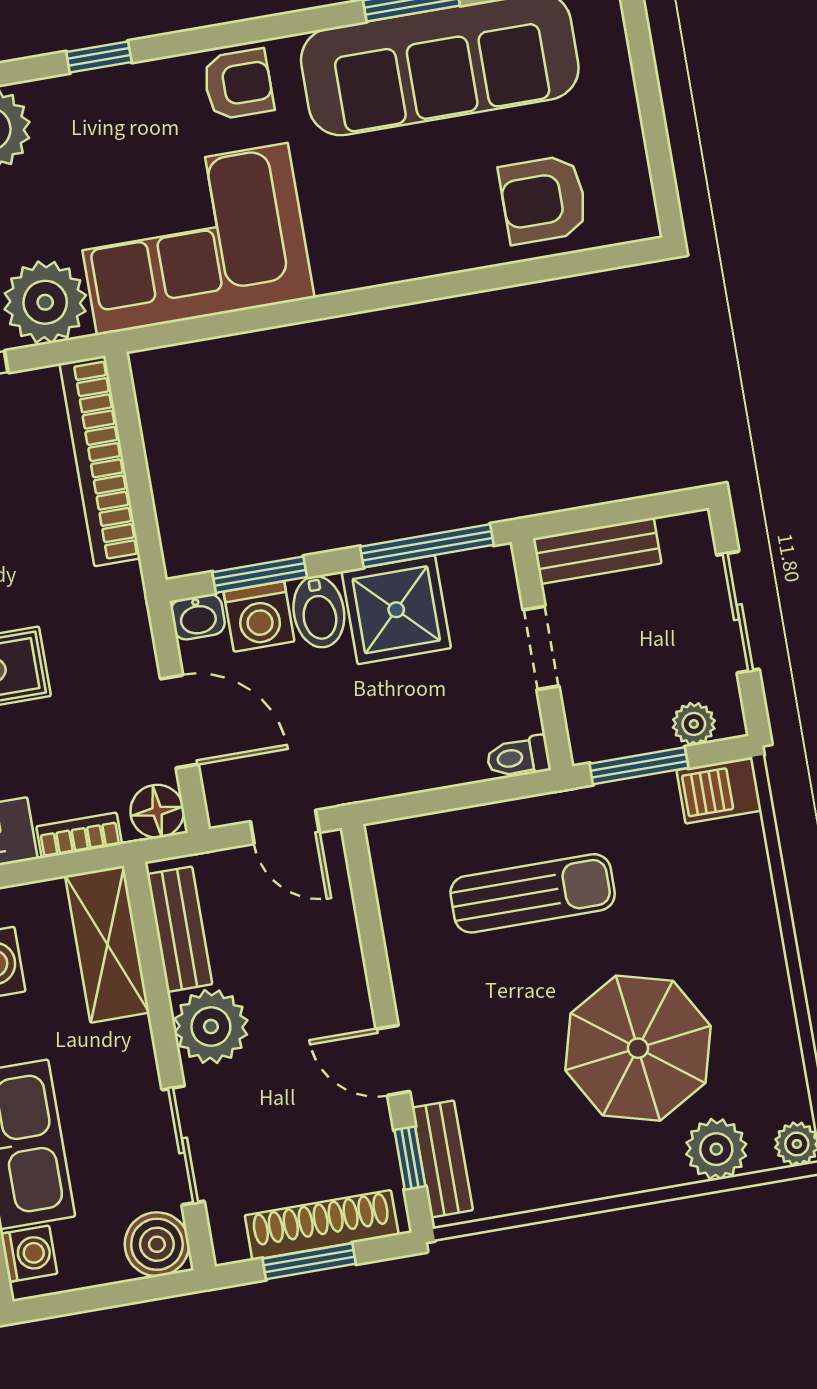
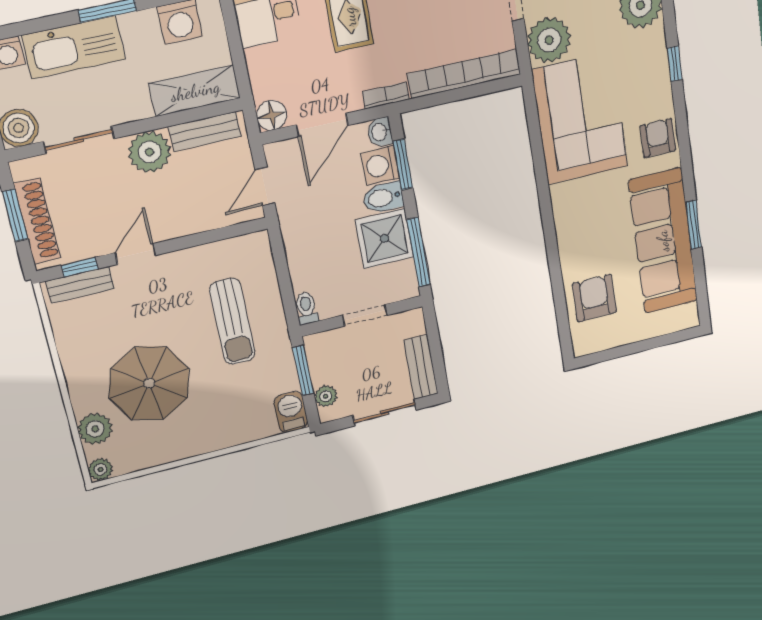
armchair: (238, 84) -> (658, 138), turned 180
bench: (597, 551) -> (421, 367), moved
bookcase: (79, 835) -> (386, 96), moved, turned -90

